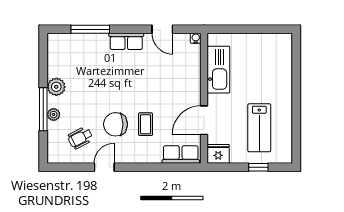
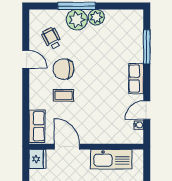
water cooler: (196, 38) -> (139, 125), moved
plant: (54, 115) -> (77, 20), width x1.87, depth x1.87
chair: (116, 124) -> (63, 69), turned -90

